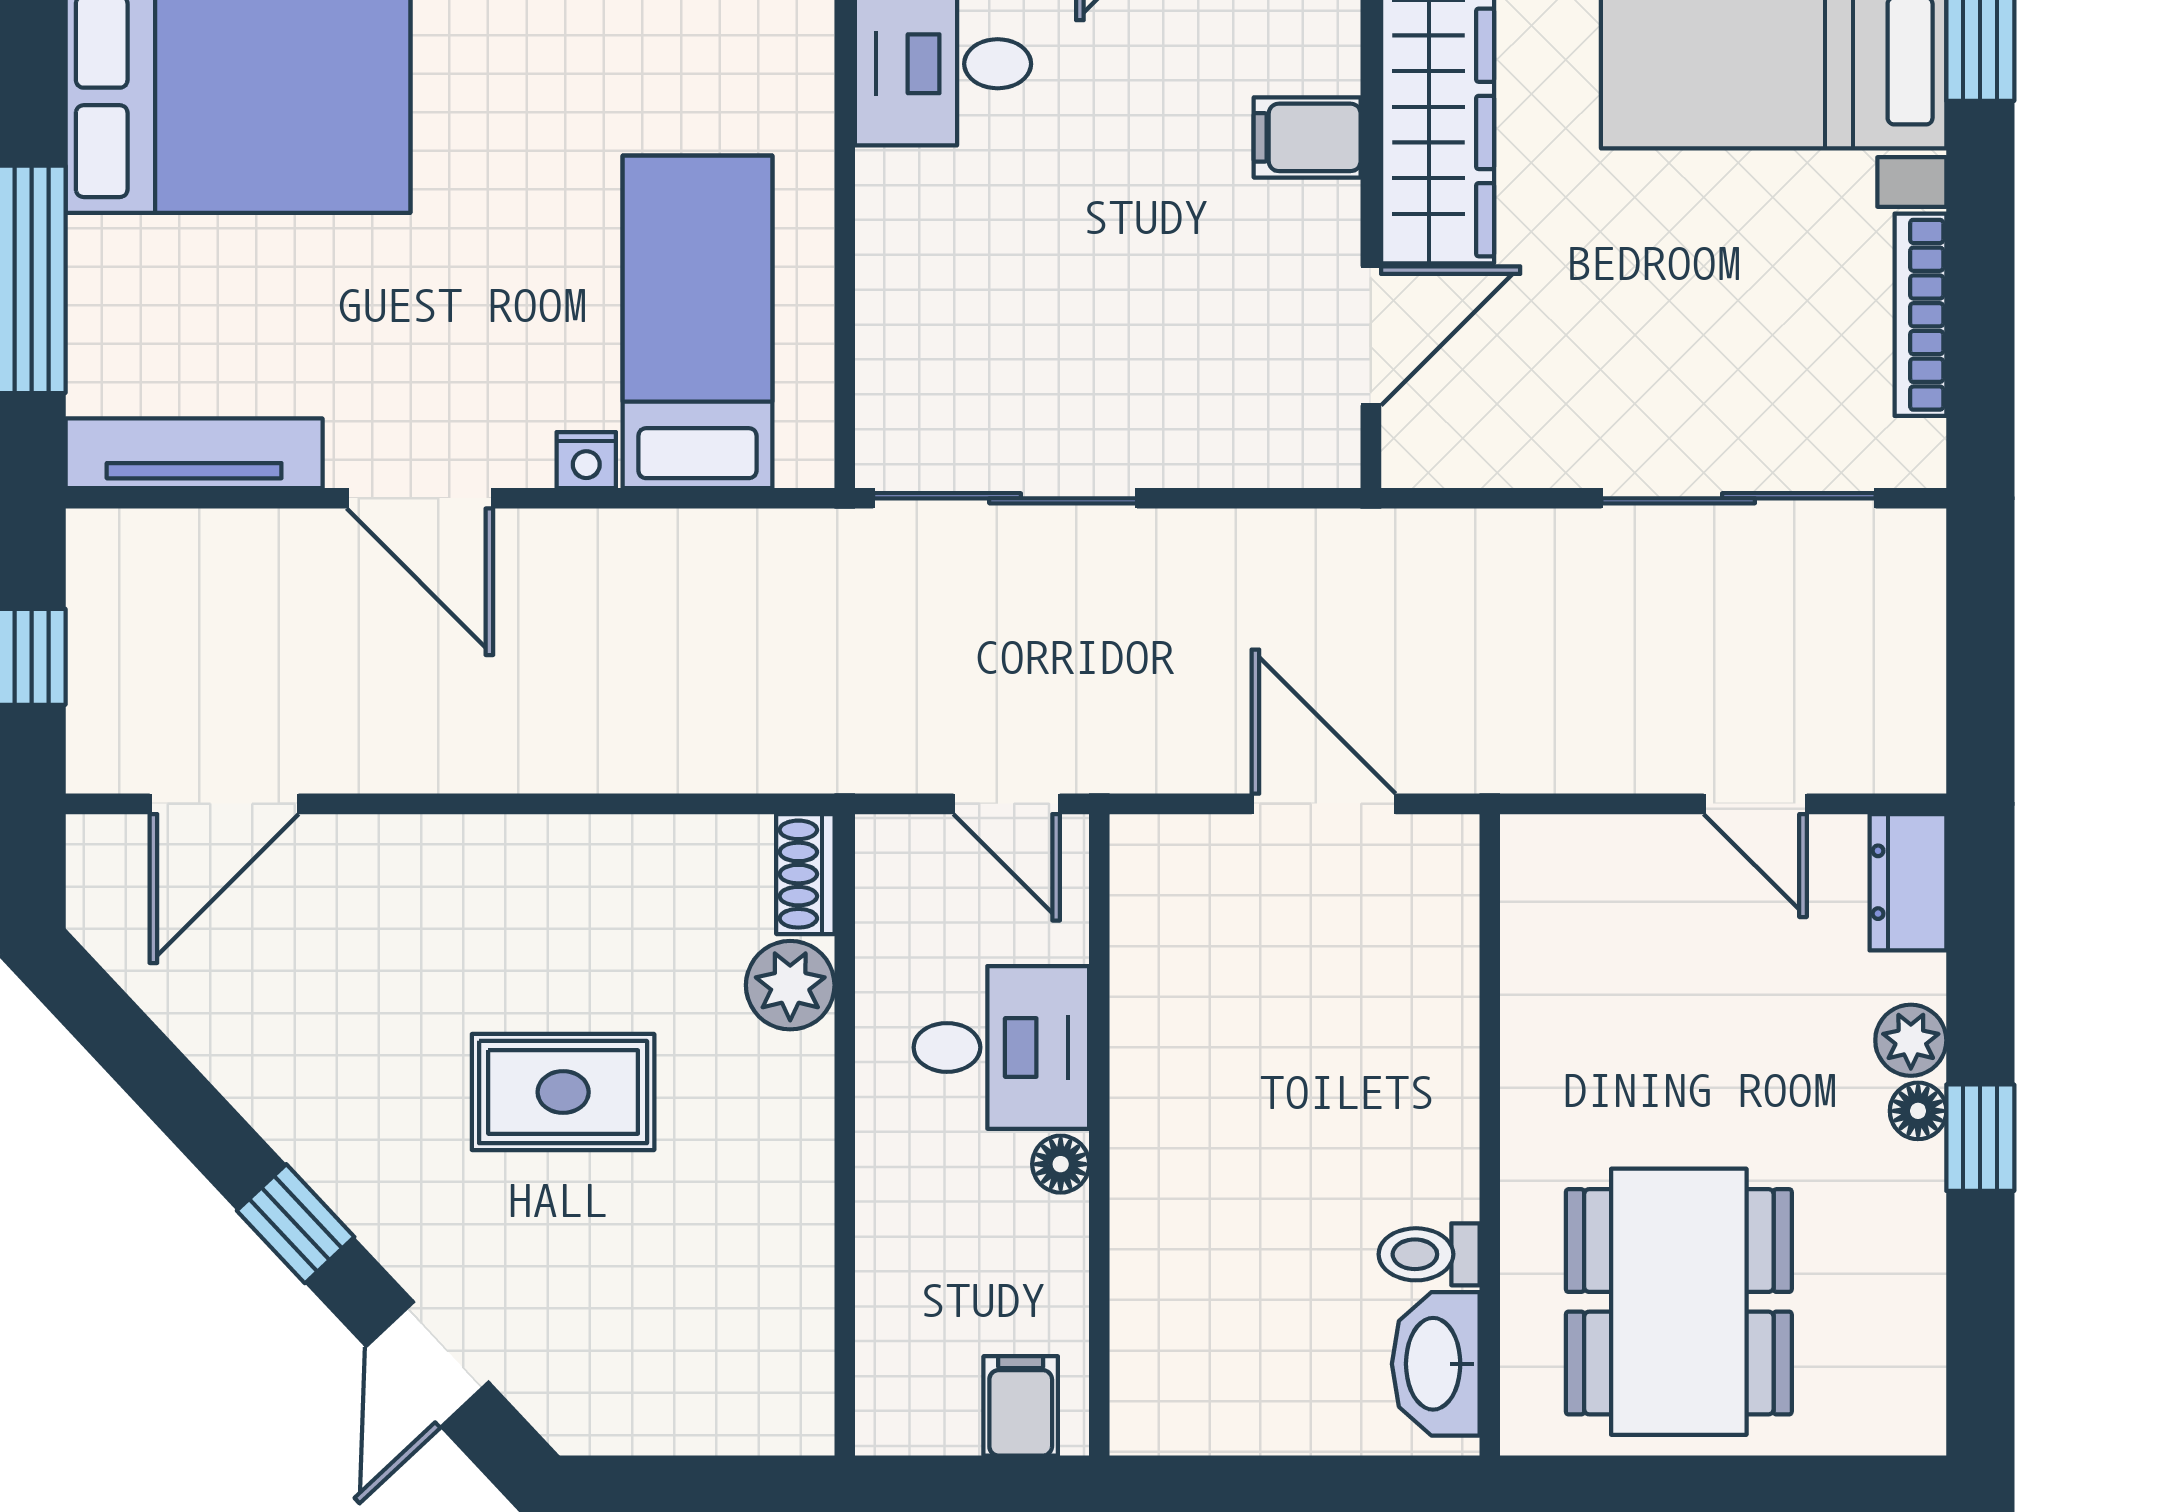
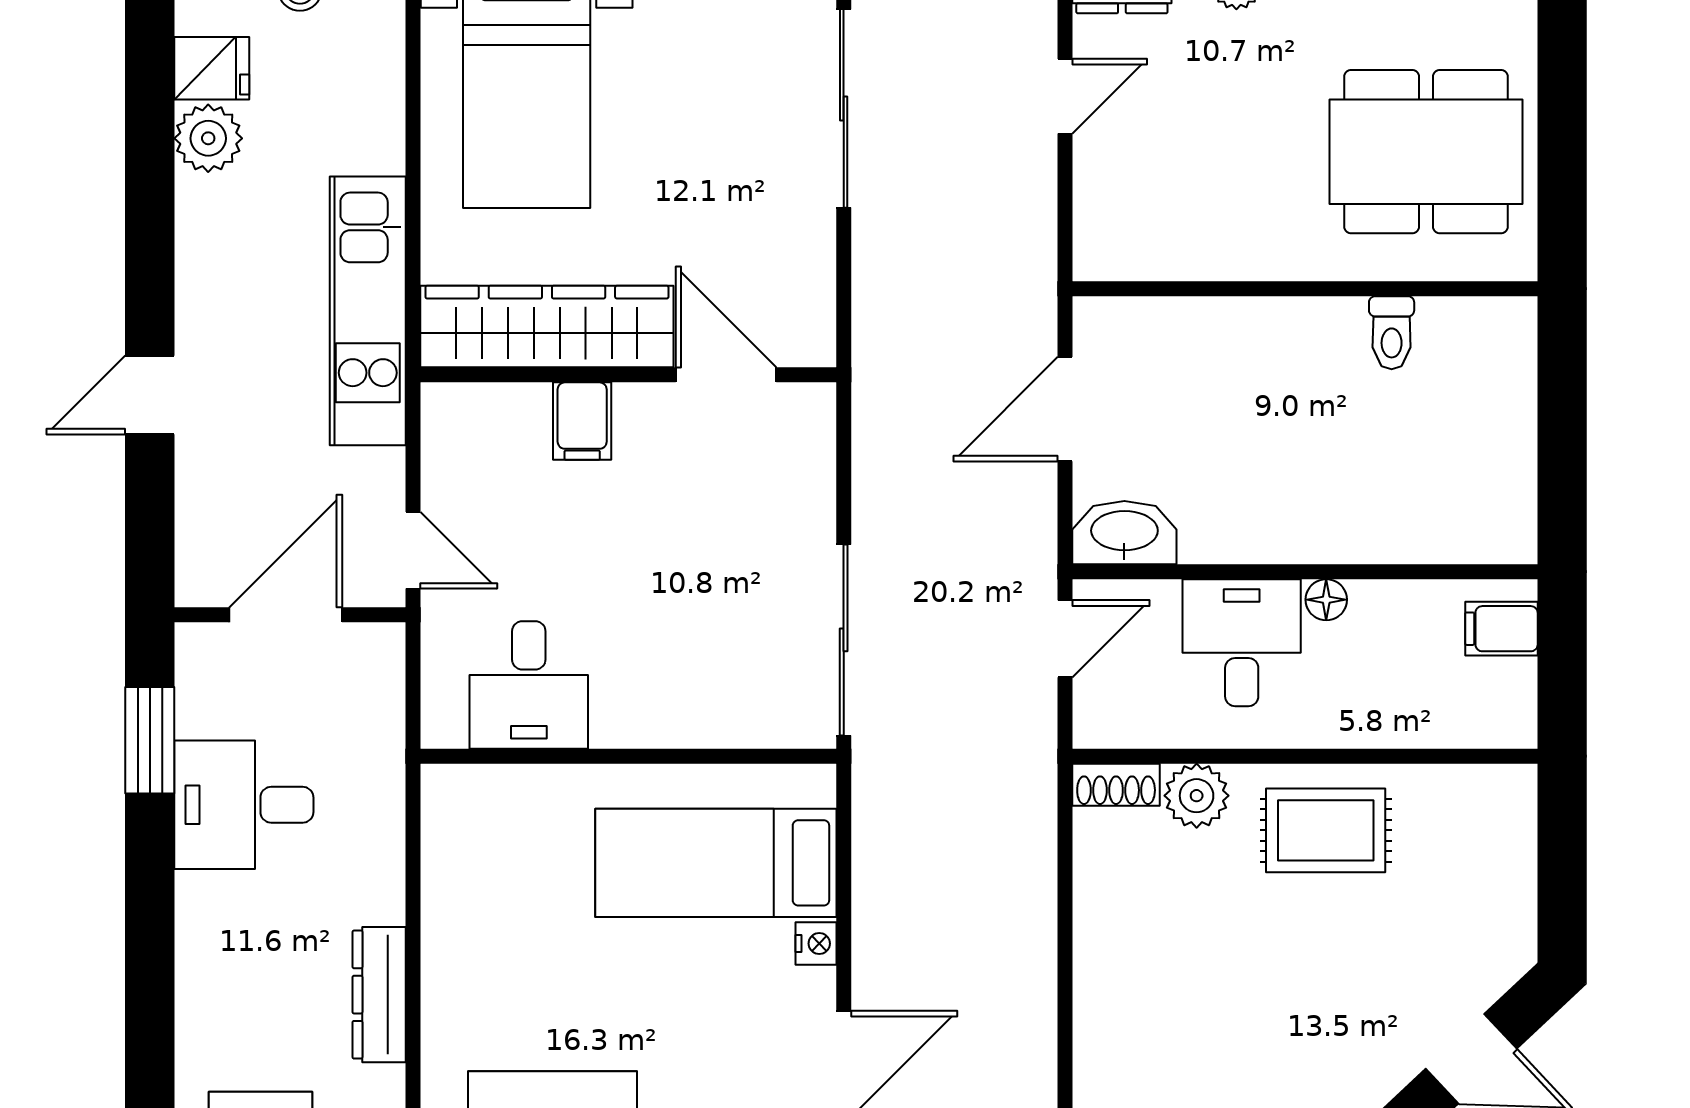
rug: (563, 1092) -> (1326, 830), moved, turned 90
washbasin: (1436, 1364) -> (1124, 533), moved, turned 180

